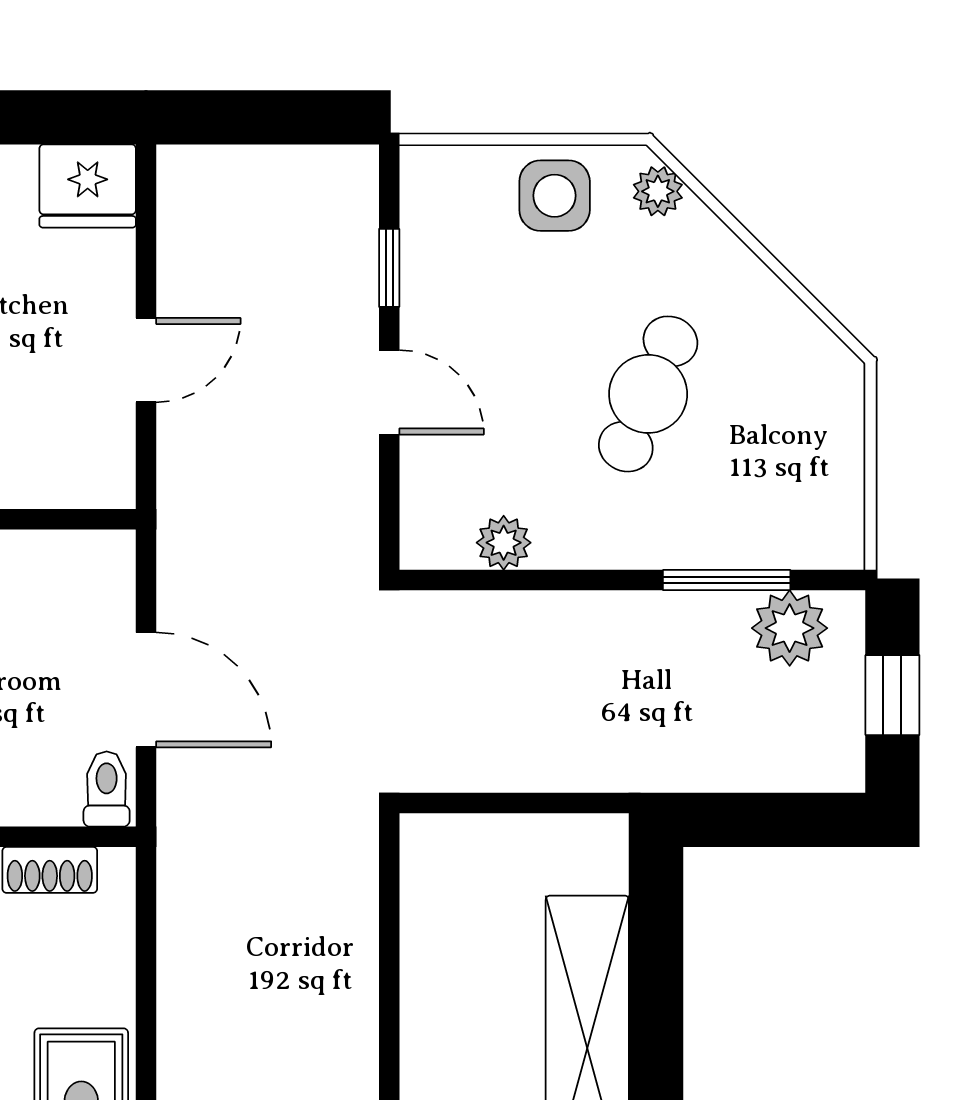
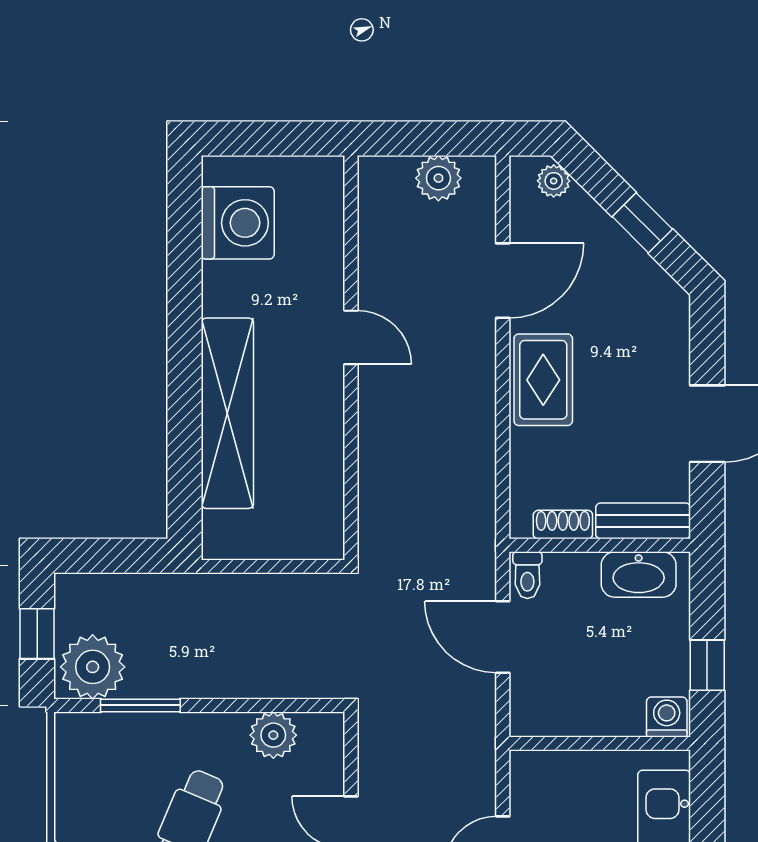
plant: (504, 543) -> (273, 735), width x1.38, depth x1.38
plant: (790, 628) -> (93, 667), width x1.36, depth x1.36

